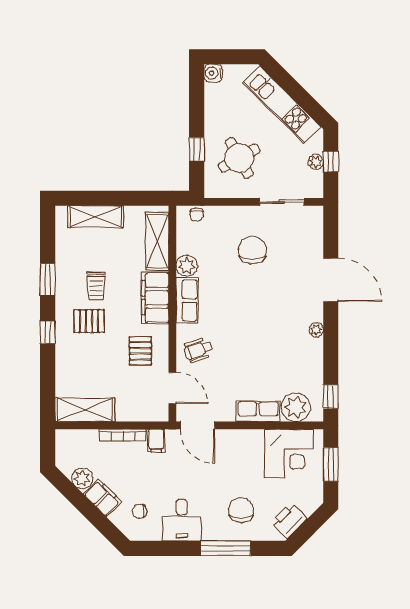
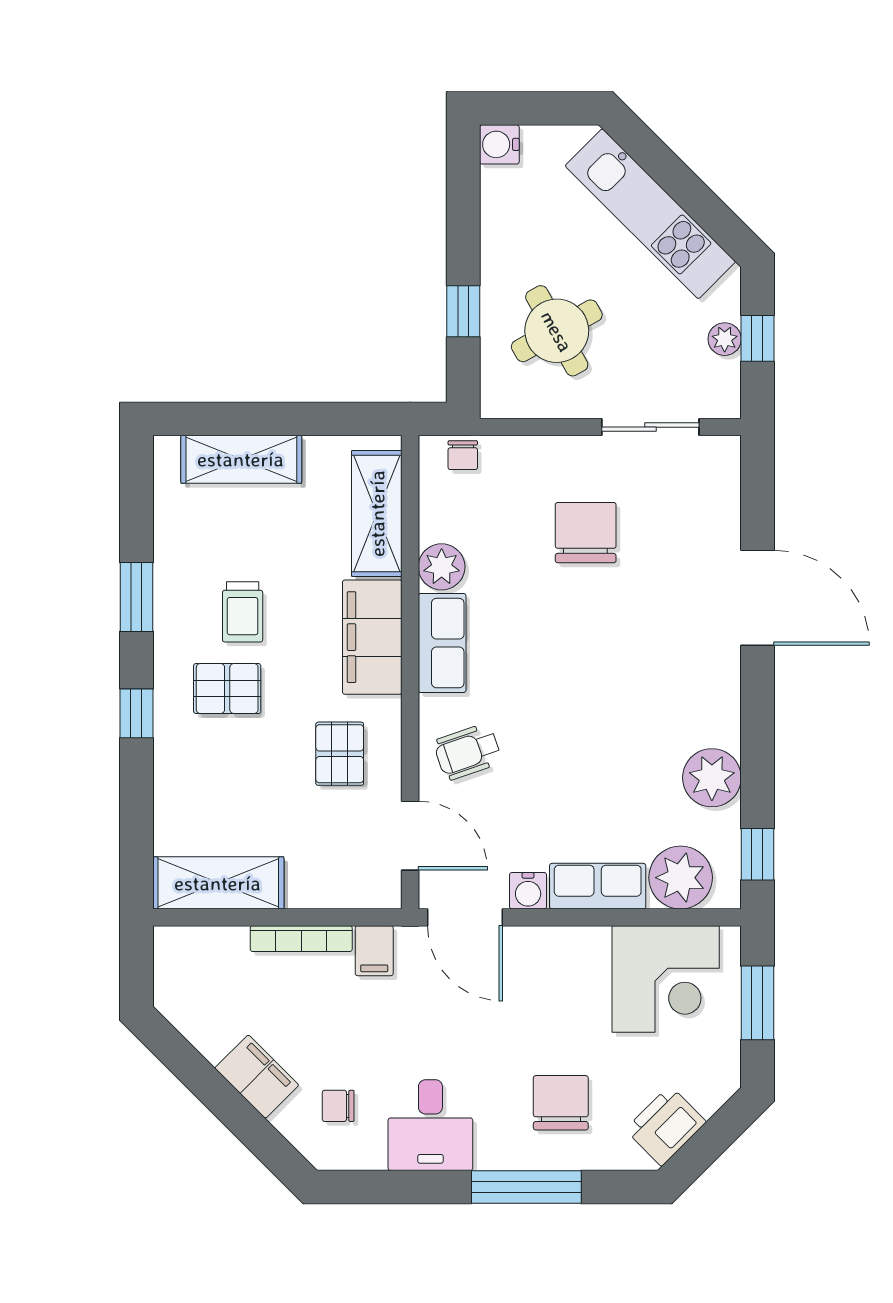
plant: (316, 330) -> (712, 778), moved, width x1.88, depth x1.88
water cooler: (226, 413) -> (528, 891), added
plant: (82, 478) -> (212, 1033), removed

